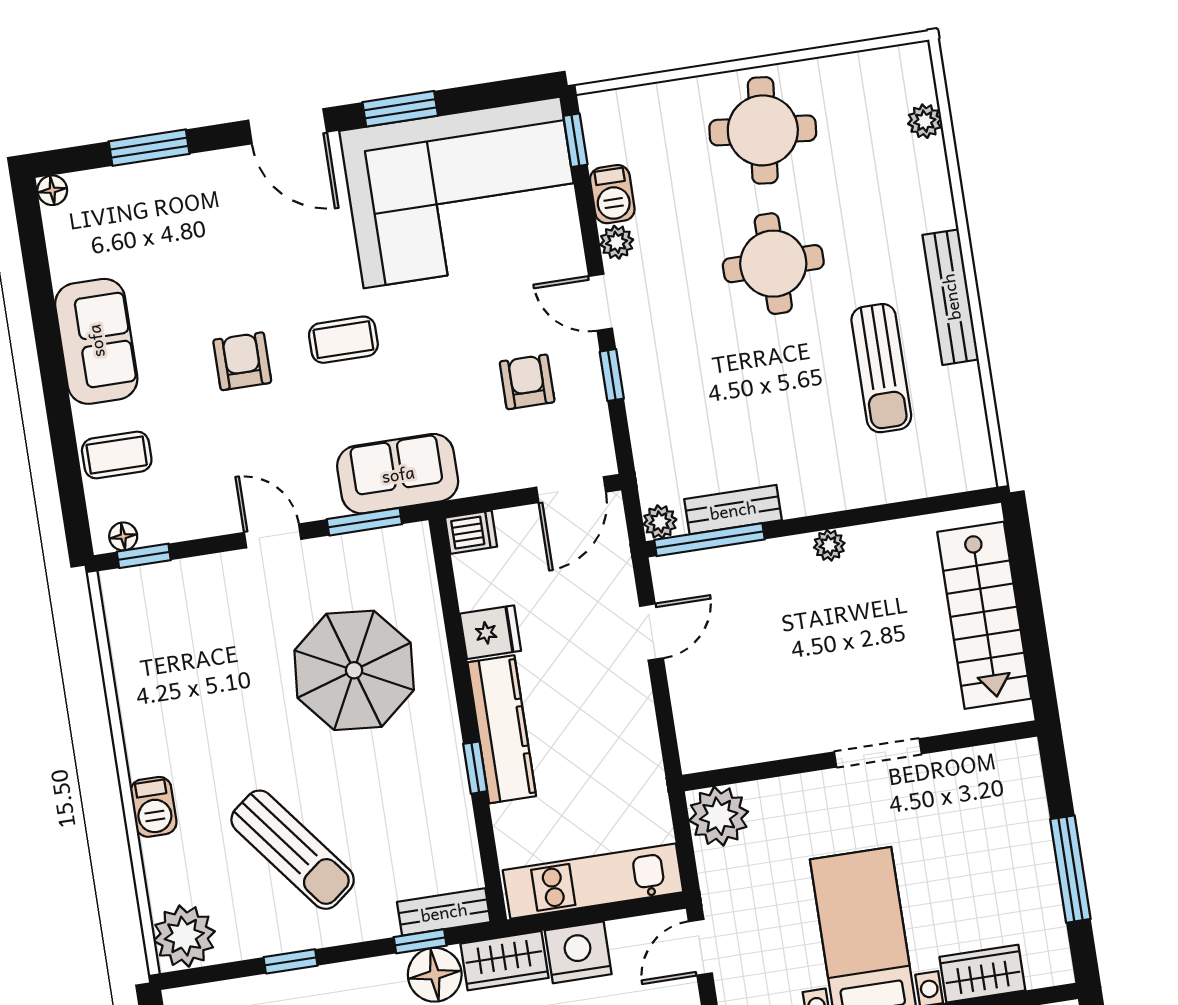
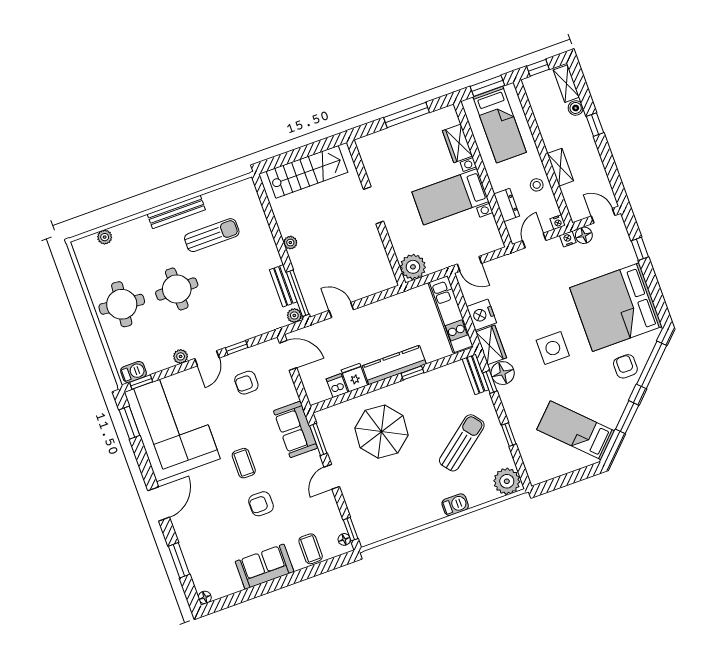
window: (400, 109) -> (129, 423), moved
barbecue: (612, 194) -> (133, 372), moved
dishwasher: (471, 532) -> (337, 386), moved

